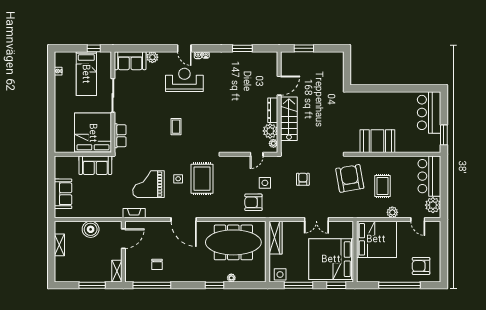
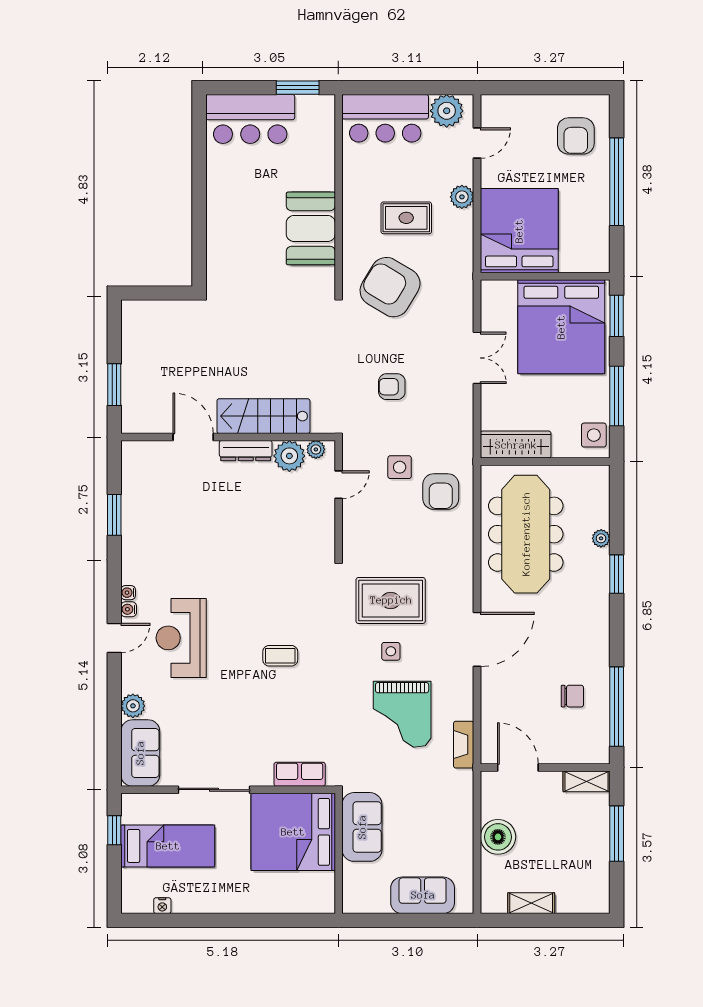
door: (257, 154) -> (339, 485), hinge flipped
armchair: (350, 178) -> (390, 287), turned 41

